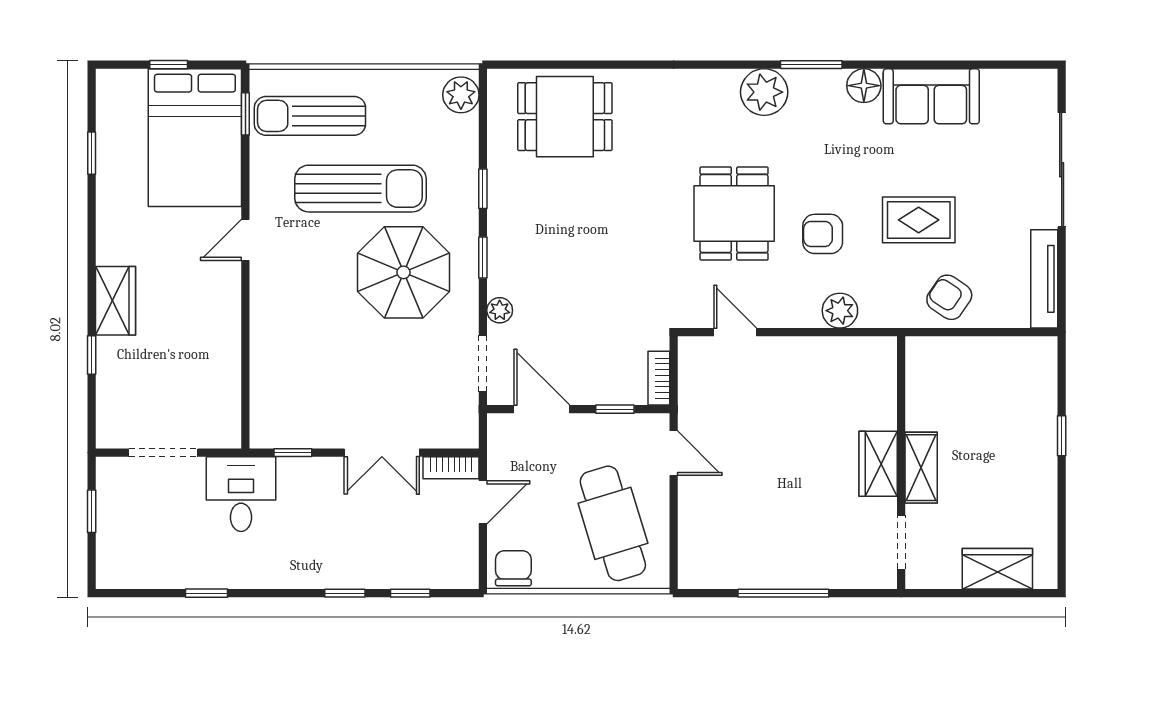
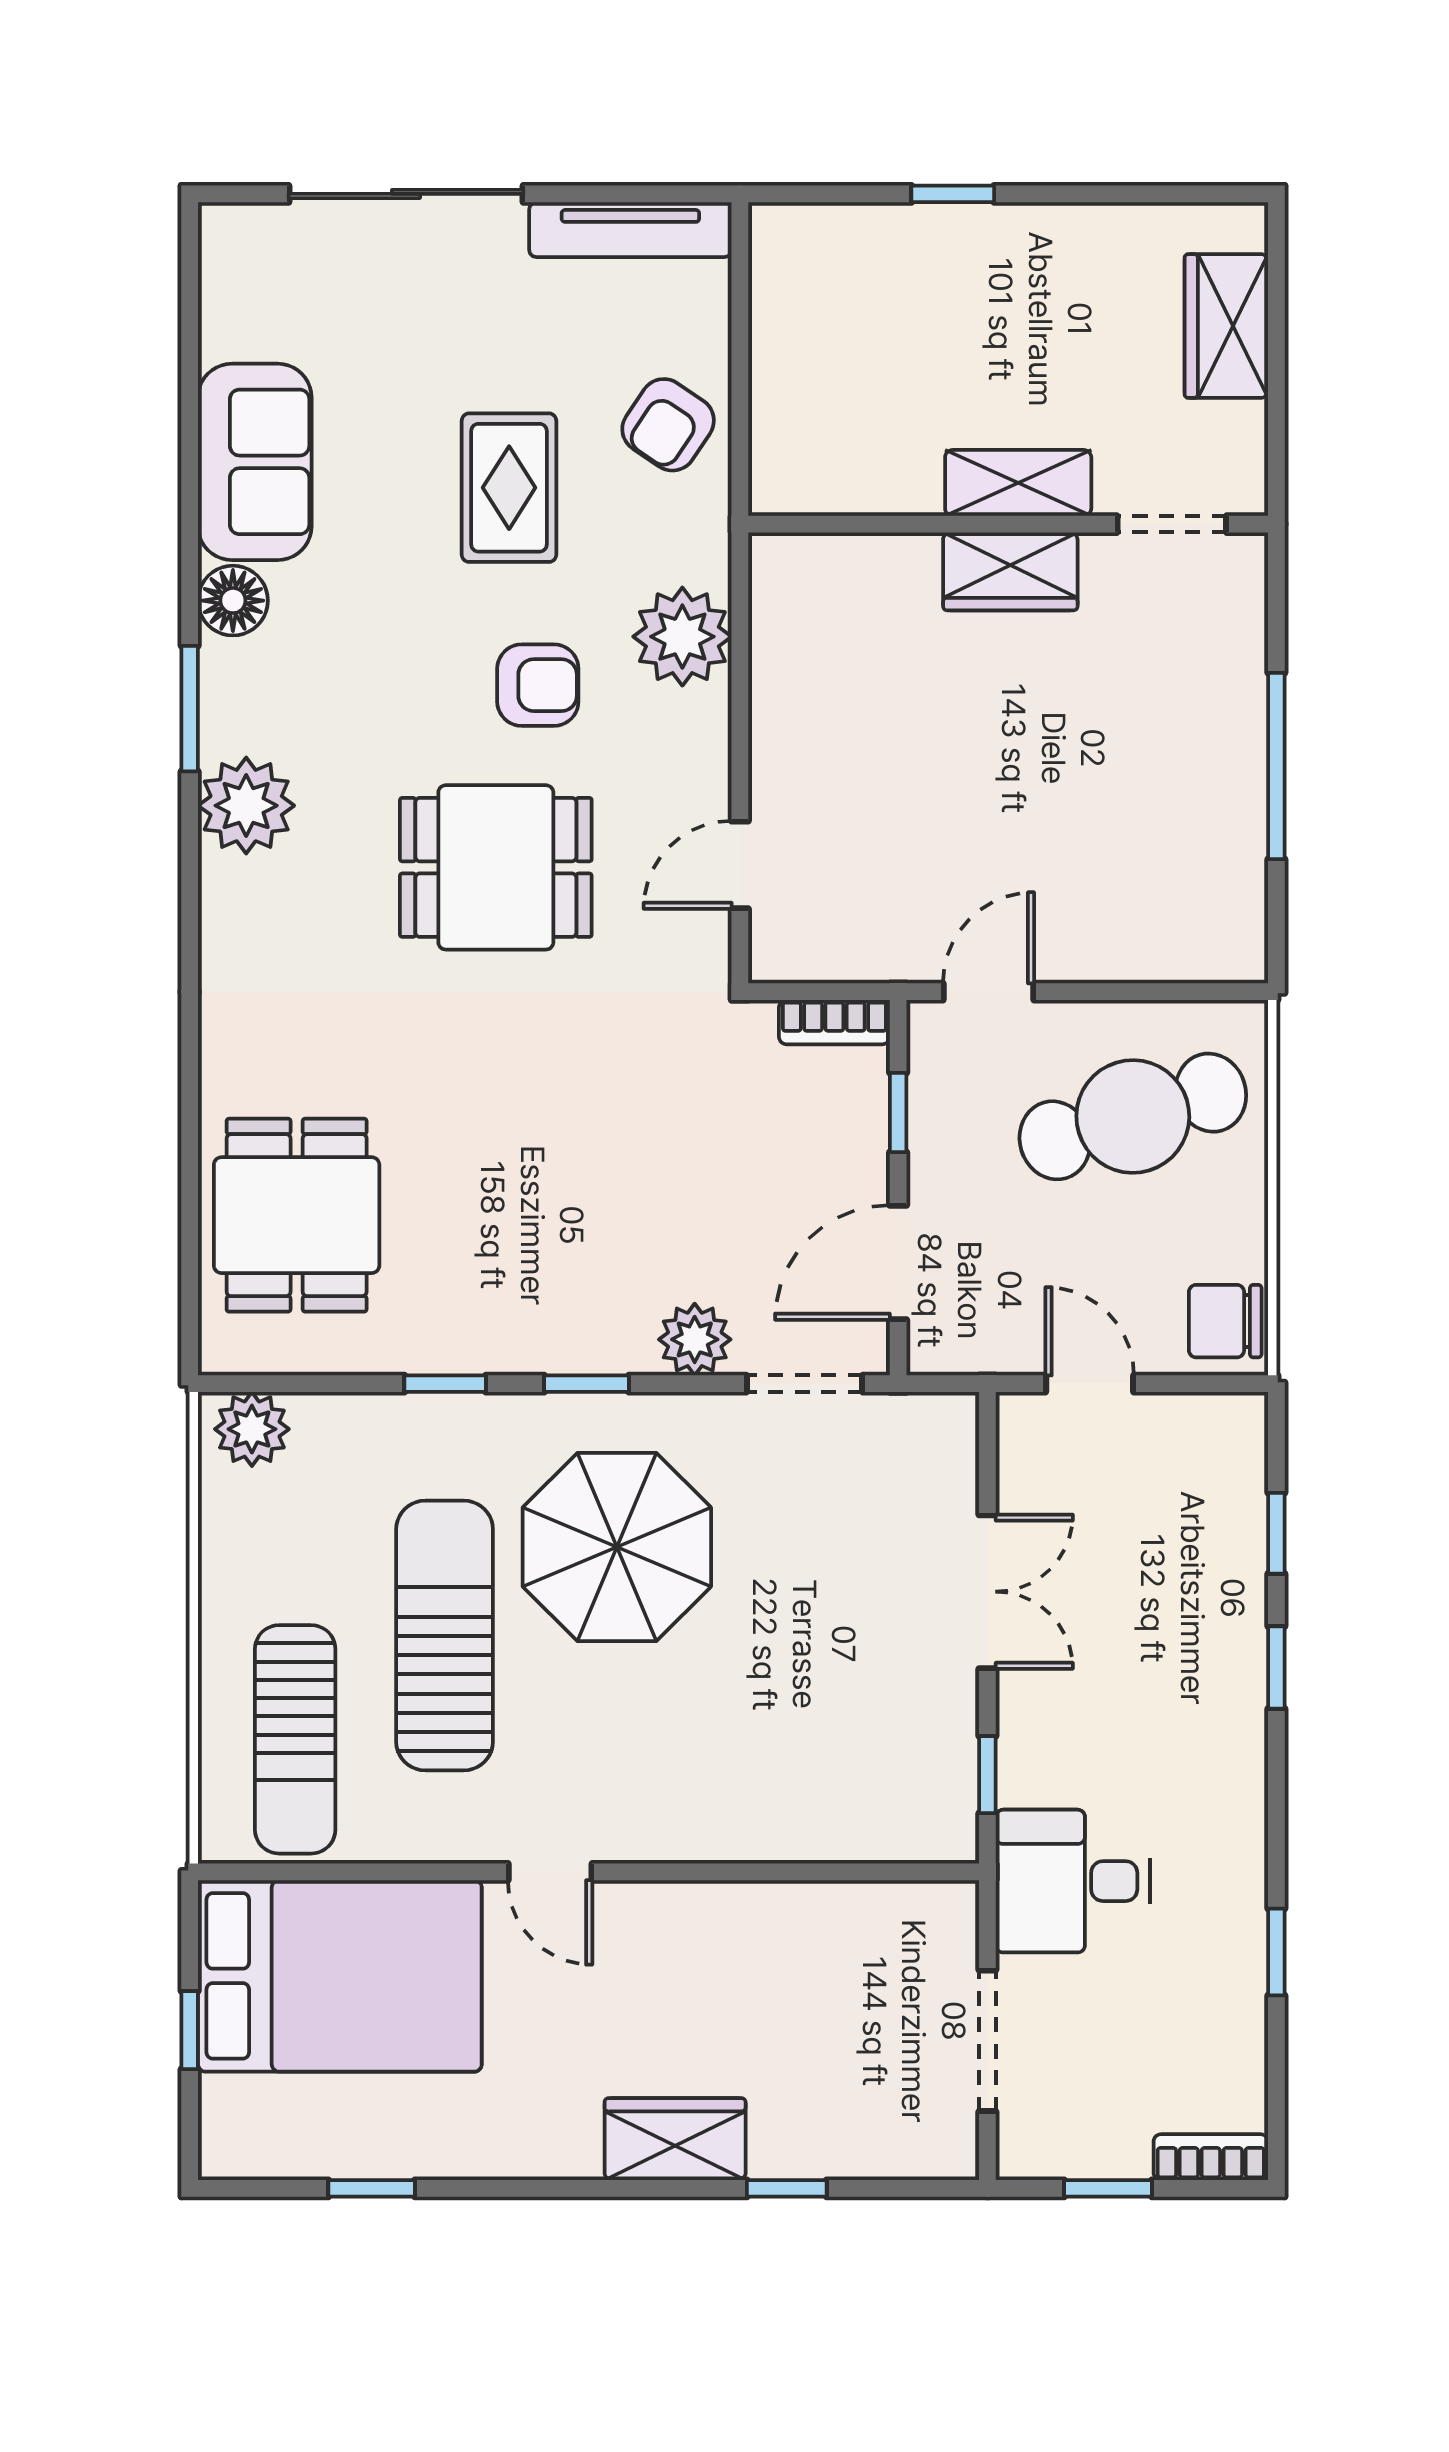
window: (245, 114) -> (291, 1872), removed
armchair: (823, 234) -> (538, 685), turned -90
plant: (500, 310) -> (695, 1339), width x1.38, depth x1.38
plant: (840, 311) -> (682, 637), width x1.36, depth x1.36
bookcase: (451, 468) -> (1211, 2157), moved, turned -90

